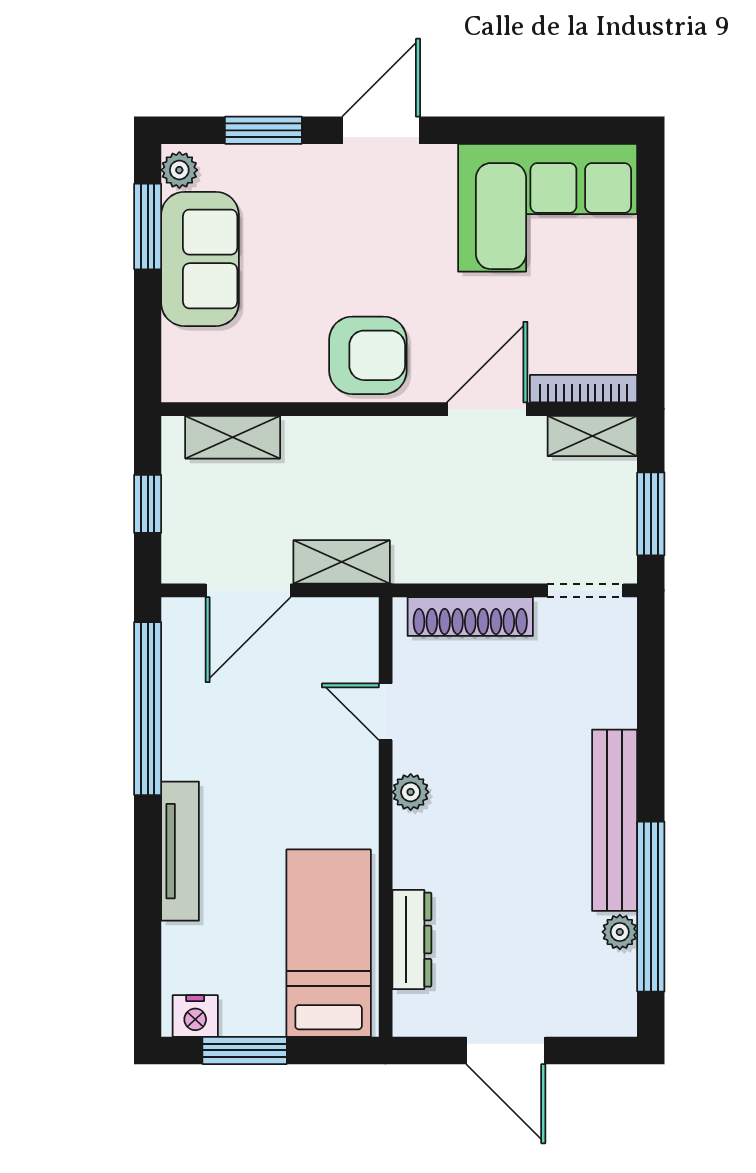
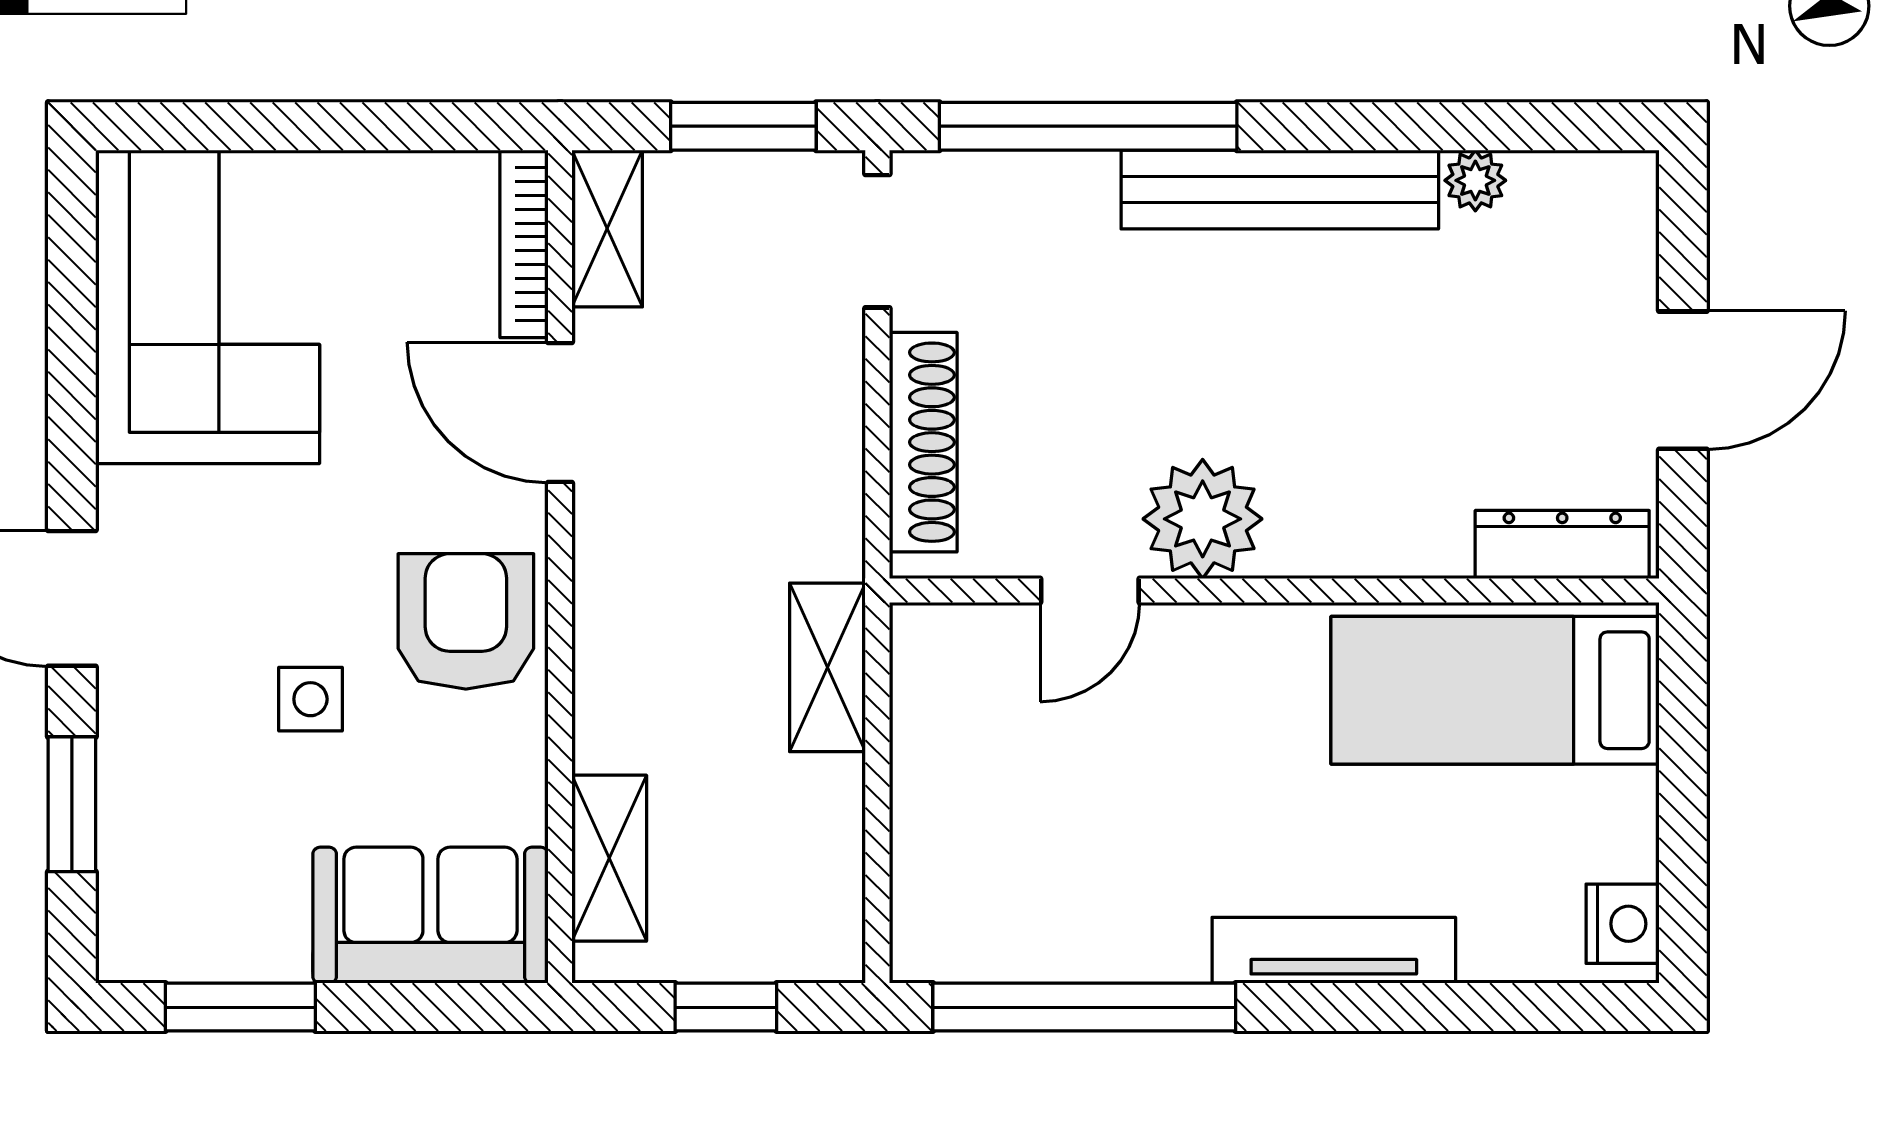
plant: (179, 170) -> (142, 952), removed
sofa: (200, 259) -> (430, 915), moved
side table: (323, 267) -> (310, 699), added
door: (248, 590) -> (877, 831), removed
plant: (411, 792) -> (1203, 519), width x1.87, depth x1.87
window: (651, 907) -> (1088, 126), moved
dresser: (412, 940) -> (1562, 544), moved
window: (245, 1050) -> (1683, 837), removed

